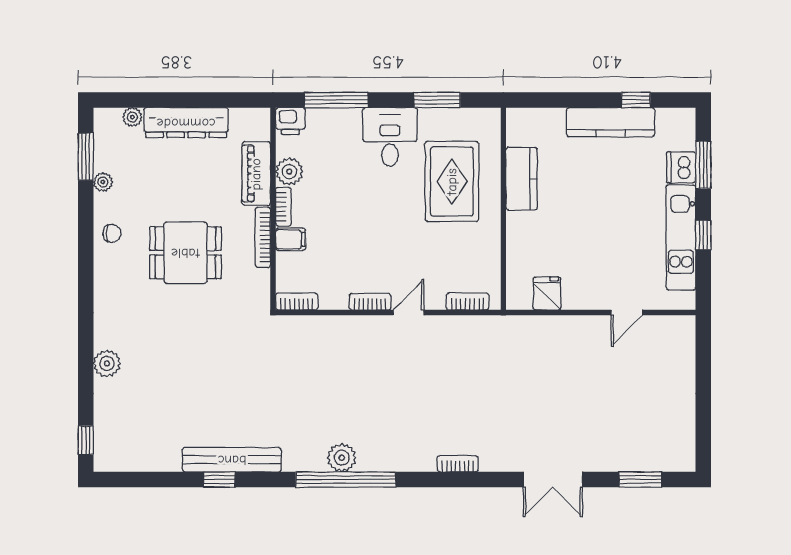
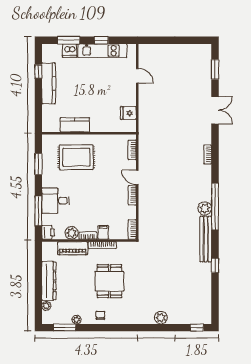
desk: (390, 137) -> (56, 201), moved
bench: (232, 460) -> (206, 239), moved

